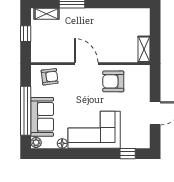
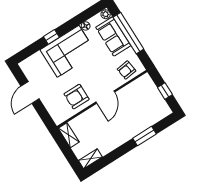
shelving: (47, 14) -> (90, 159), moved
door: (86, 64) -> (105, 97), hinge flipped
armchair: (113, 81) -> (77, 97), turned 180
window: (128, 154) -> (51, 37), moved

